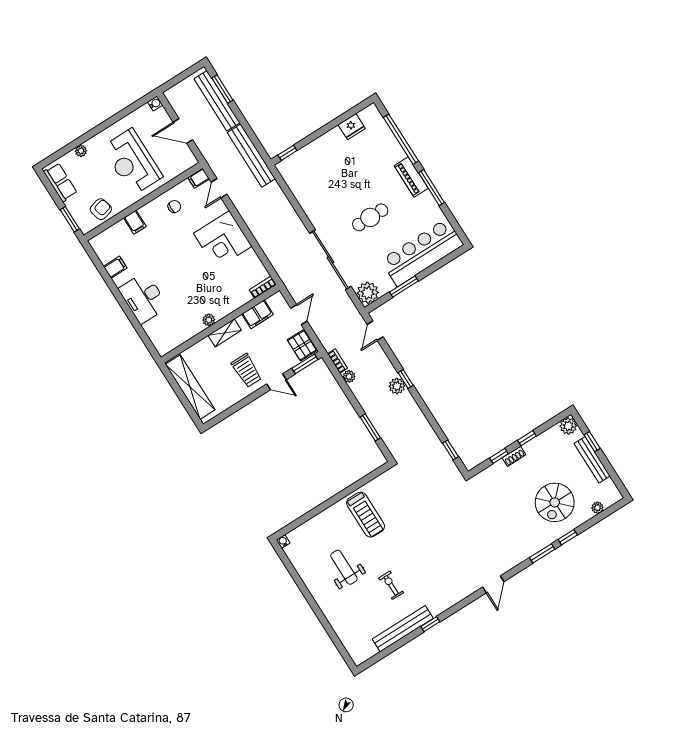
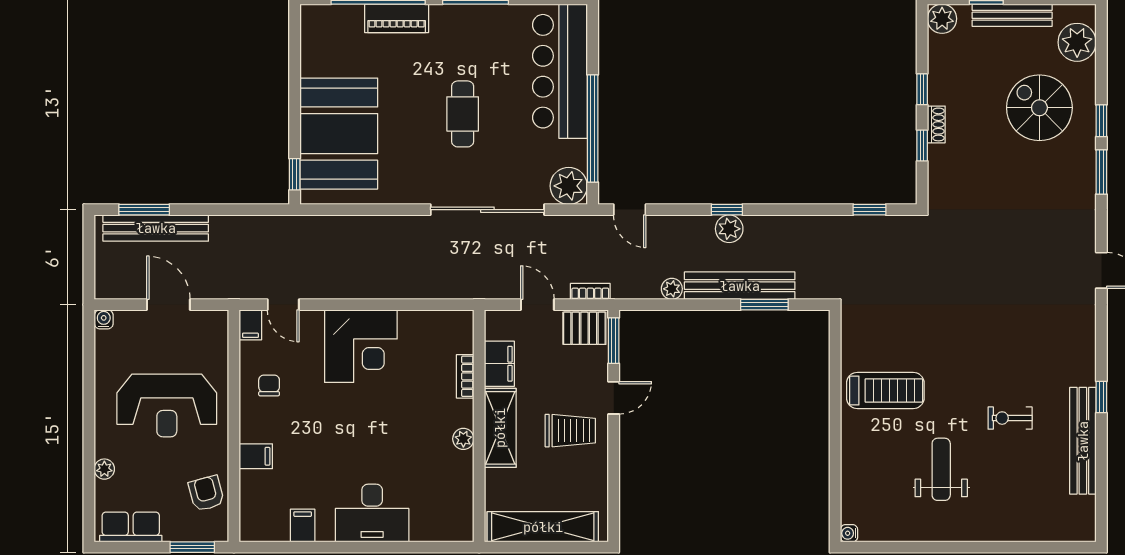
fridge: (352, 127) -> (315, 58), removed
door: (183, 131) -> (168, 305), swing flipped
bench: (251, 156) -> (740, 286), moved
booth: (322, 162) -> (339, 134), added
piano: (411, 177) -> (397, 18), moved
bookcase: (263, 287) -> (465, 376), moved
window: (404, 287) -> (593, 128), width x2.11
shelving: (225, 333) -> (500, 428), width x1.50, depth x1.33
bookcase: (337, 361) -> (590, 291), moved
spiral stairs: (555, 502) -> (1039, 108), turned 180
plant: (597, 508) -> (1077, 42), width x1.88, depth x1.88
weight bench: (344, 567) -> (941, 469), turned 90

